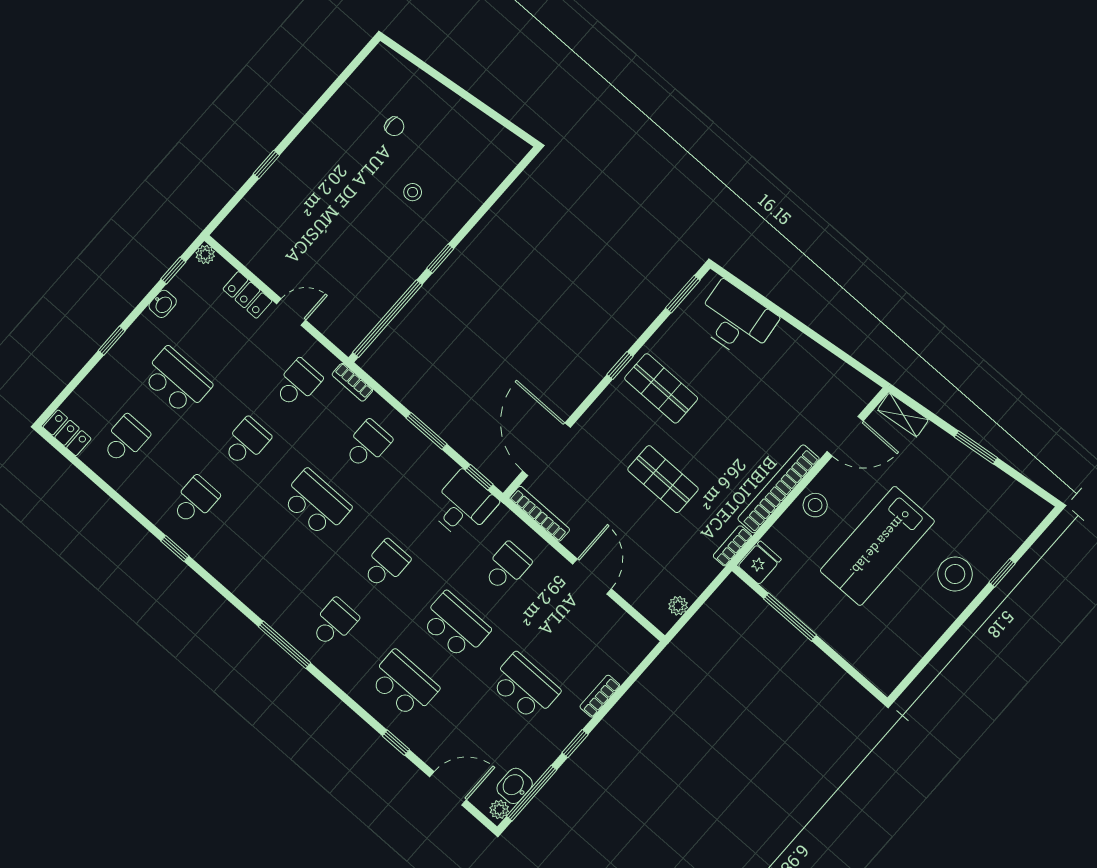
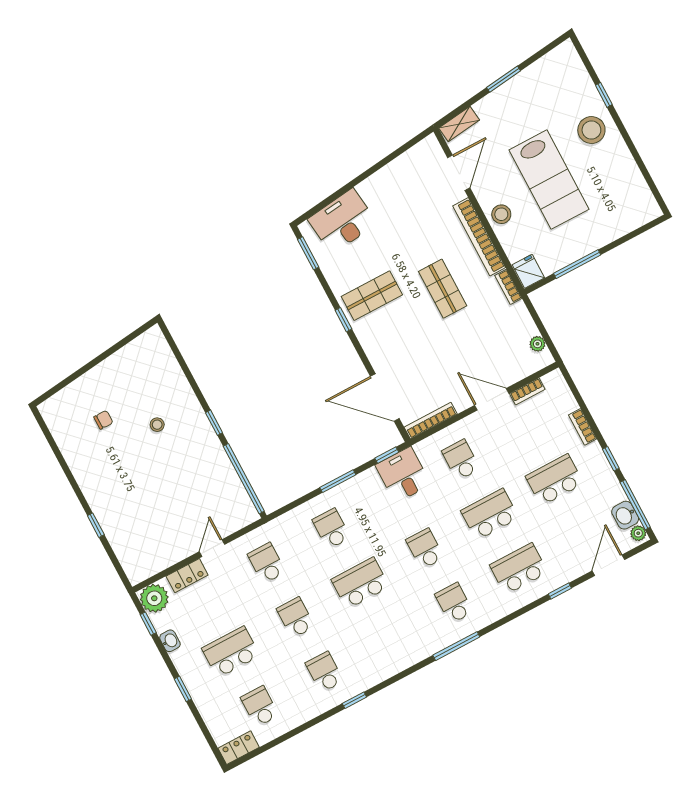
plant: (205, 254) -> (154, 598), width x1.88, depth x1.88
bookcase: (352, 382) -> (527, 391), moved
shop shelf: (663, 479) -> (443, 289), moved, turned 90

